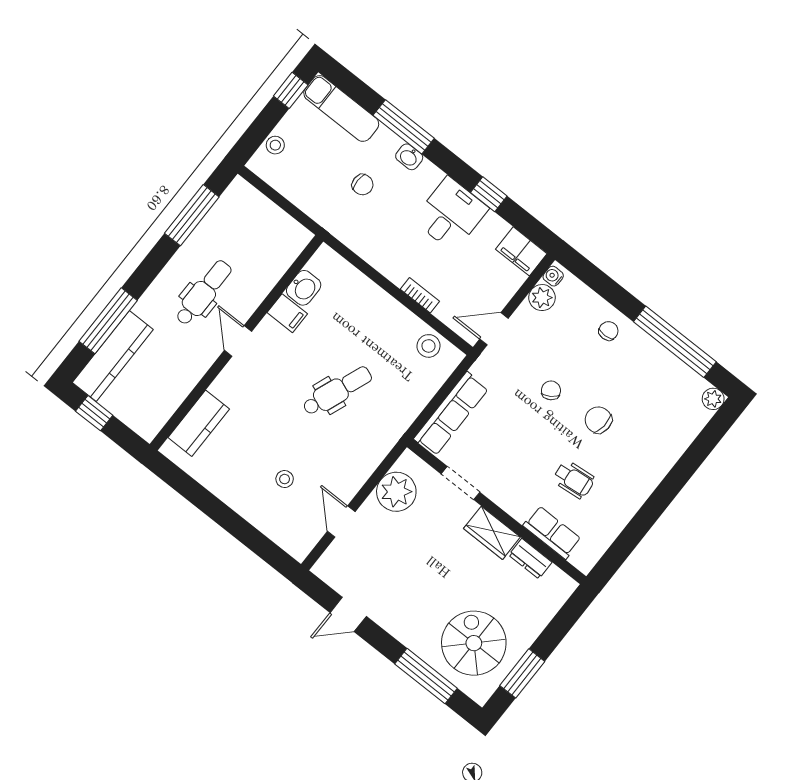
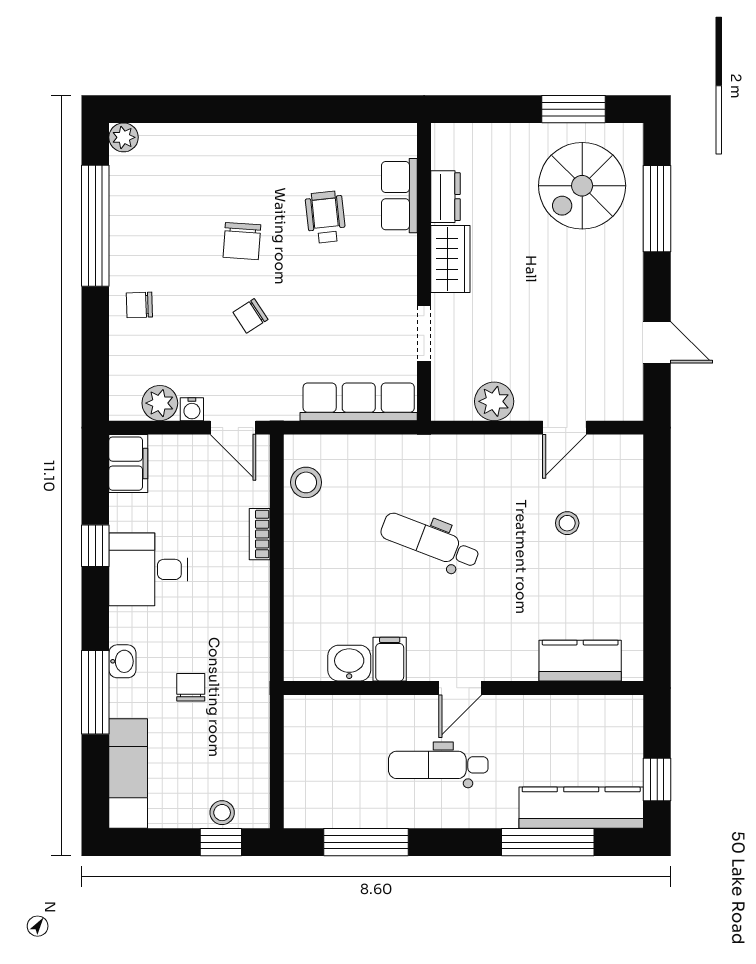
window: (291, 90) -> (221, 842), moved
water cooler: (553, 276) -> (192, 409), moved
plant: (396, 492) -> (494, 401), width x0.73, depth x0.73

